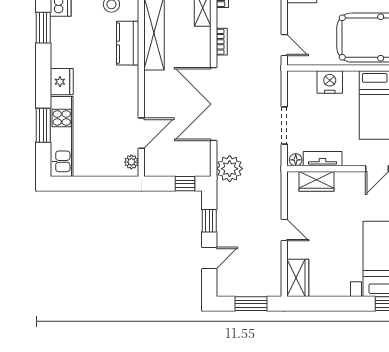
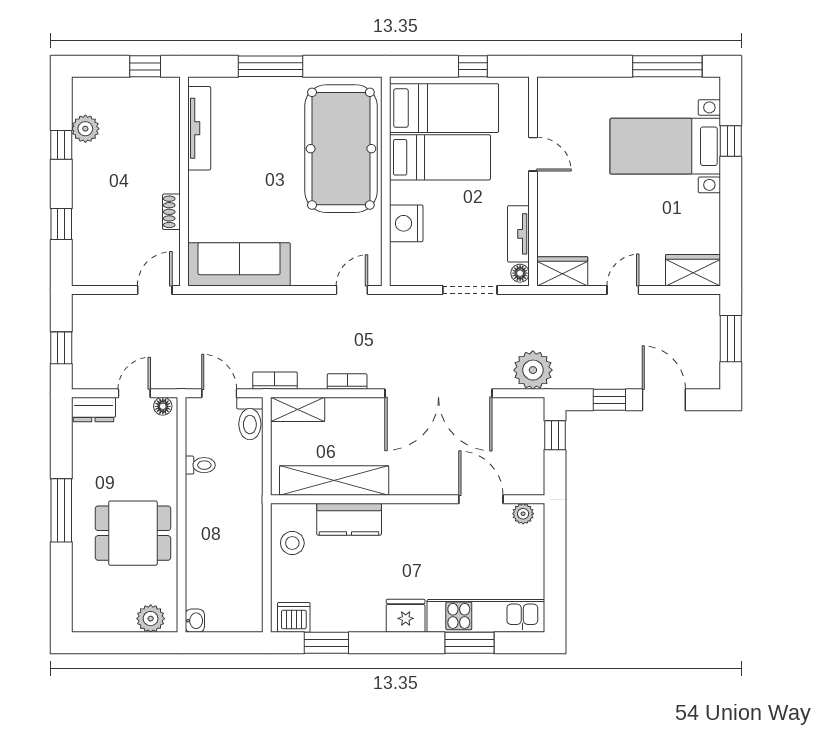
wardrobe: (316, 181) -> (562, 271), moved, turned -90
door: (209, 258) -> (664, 400), width x1.37

